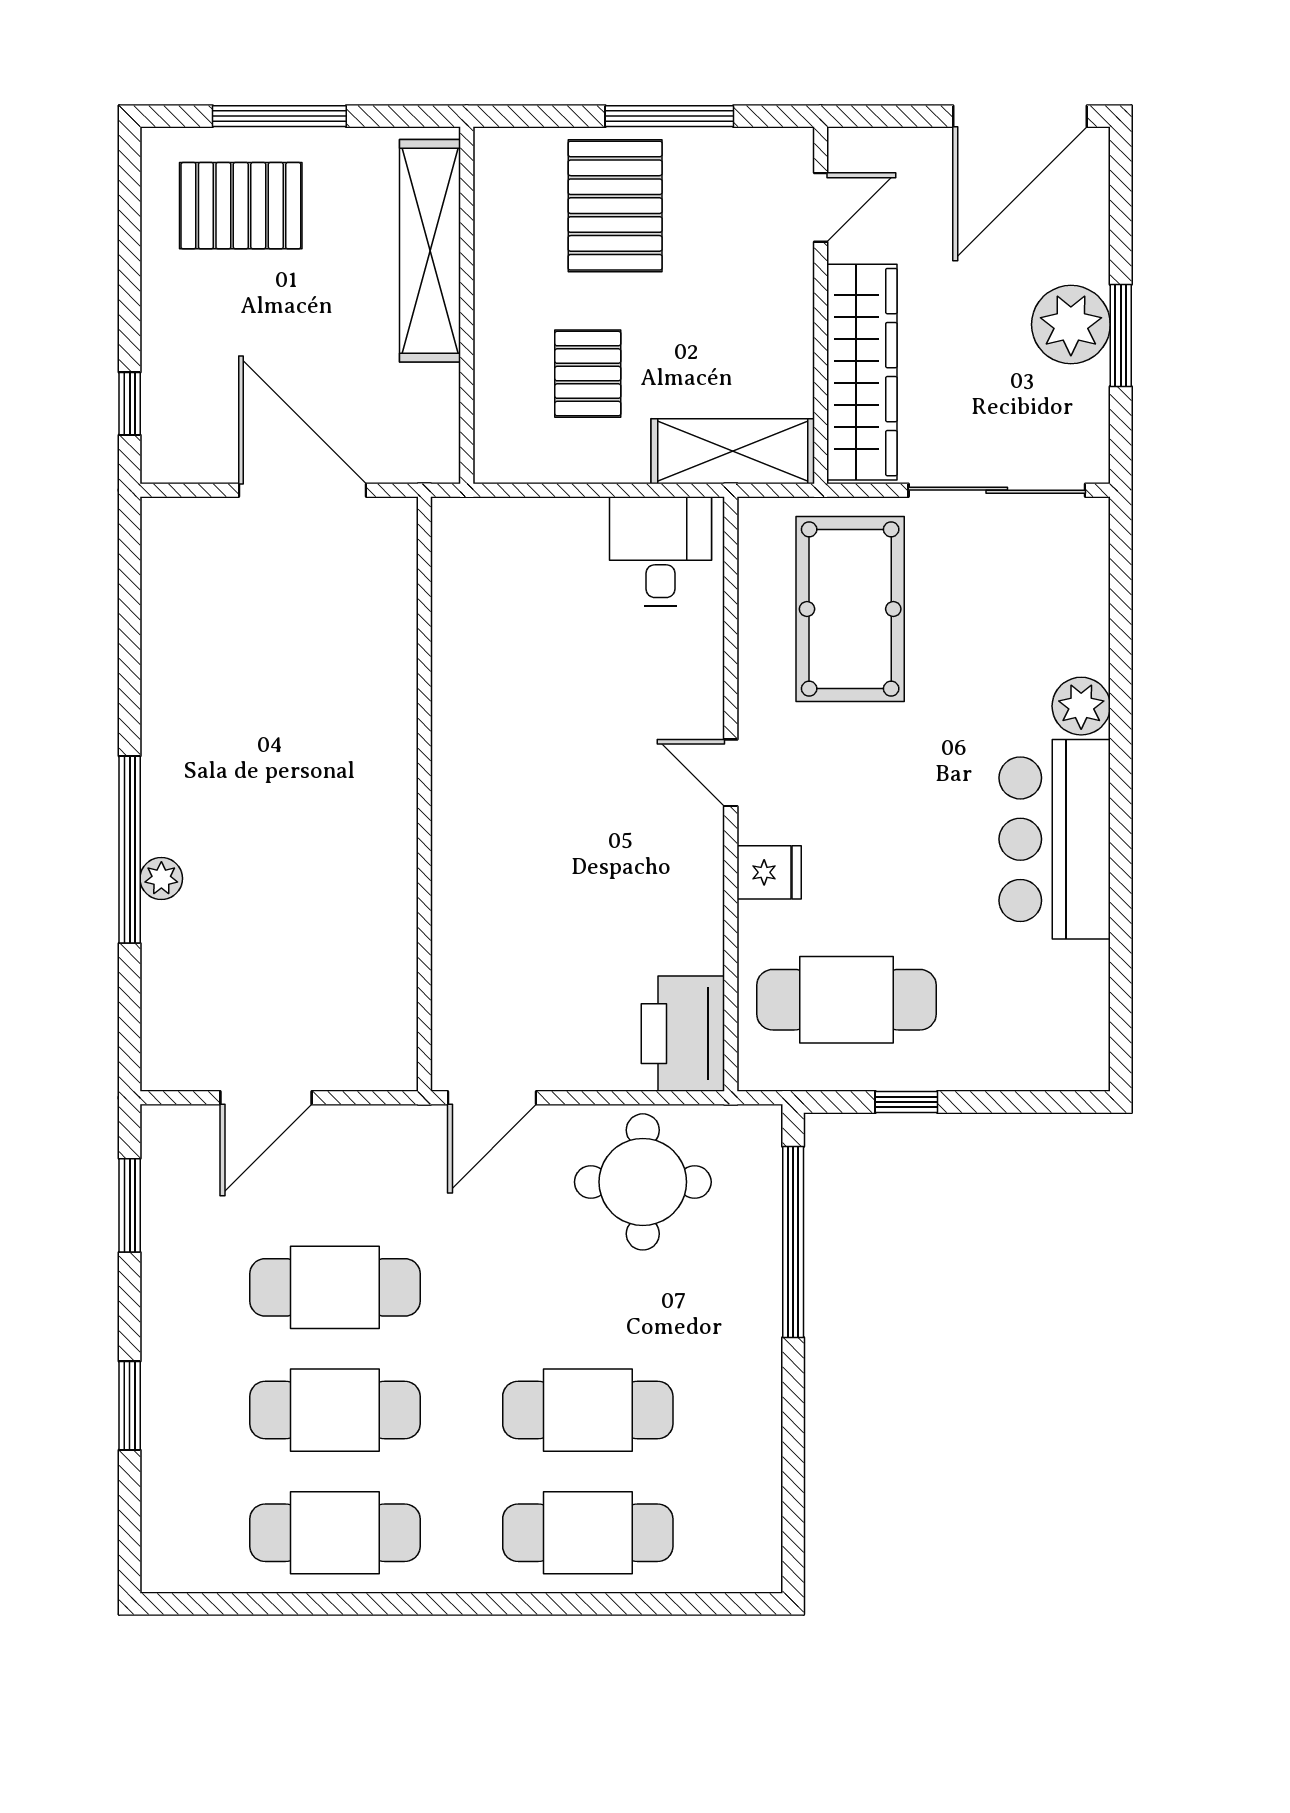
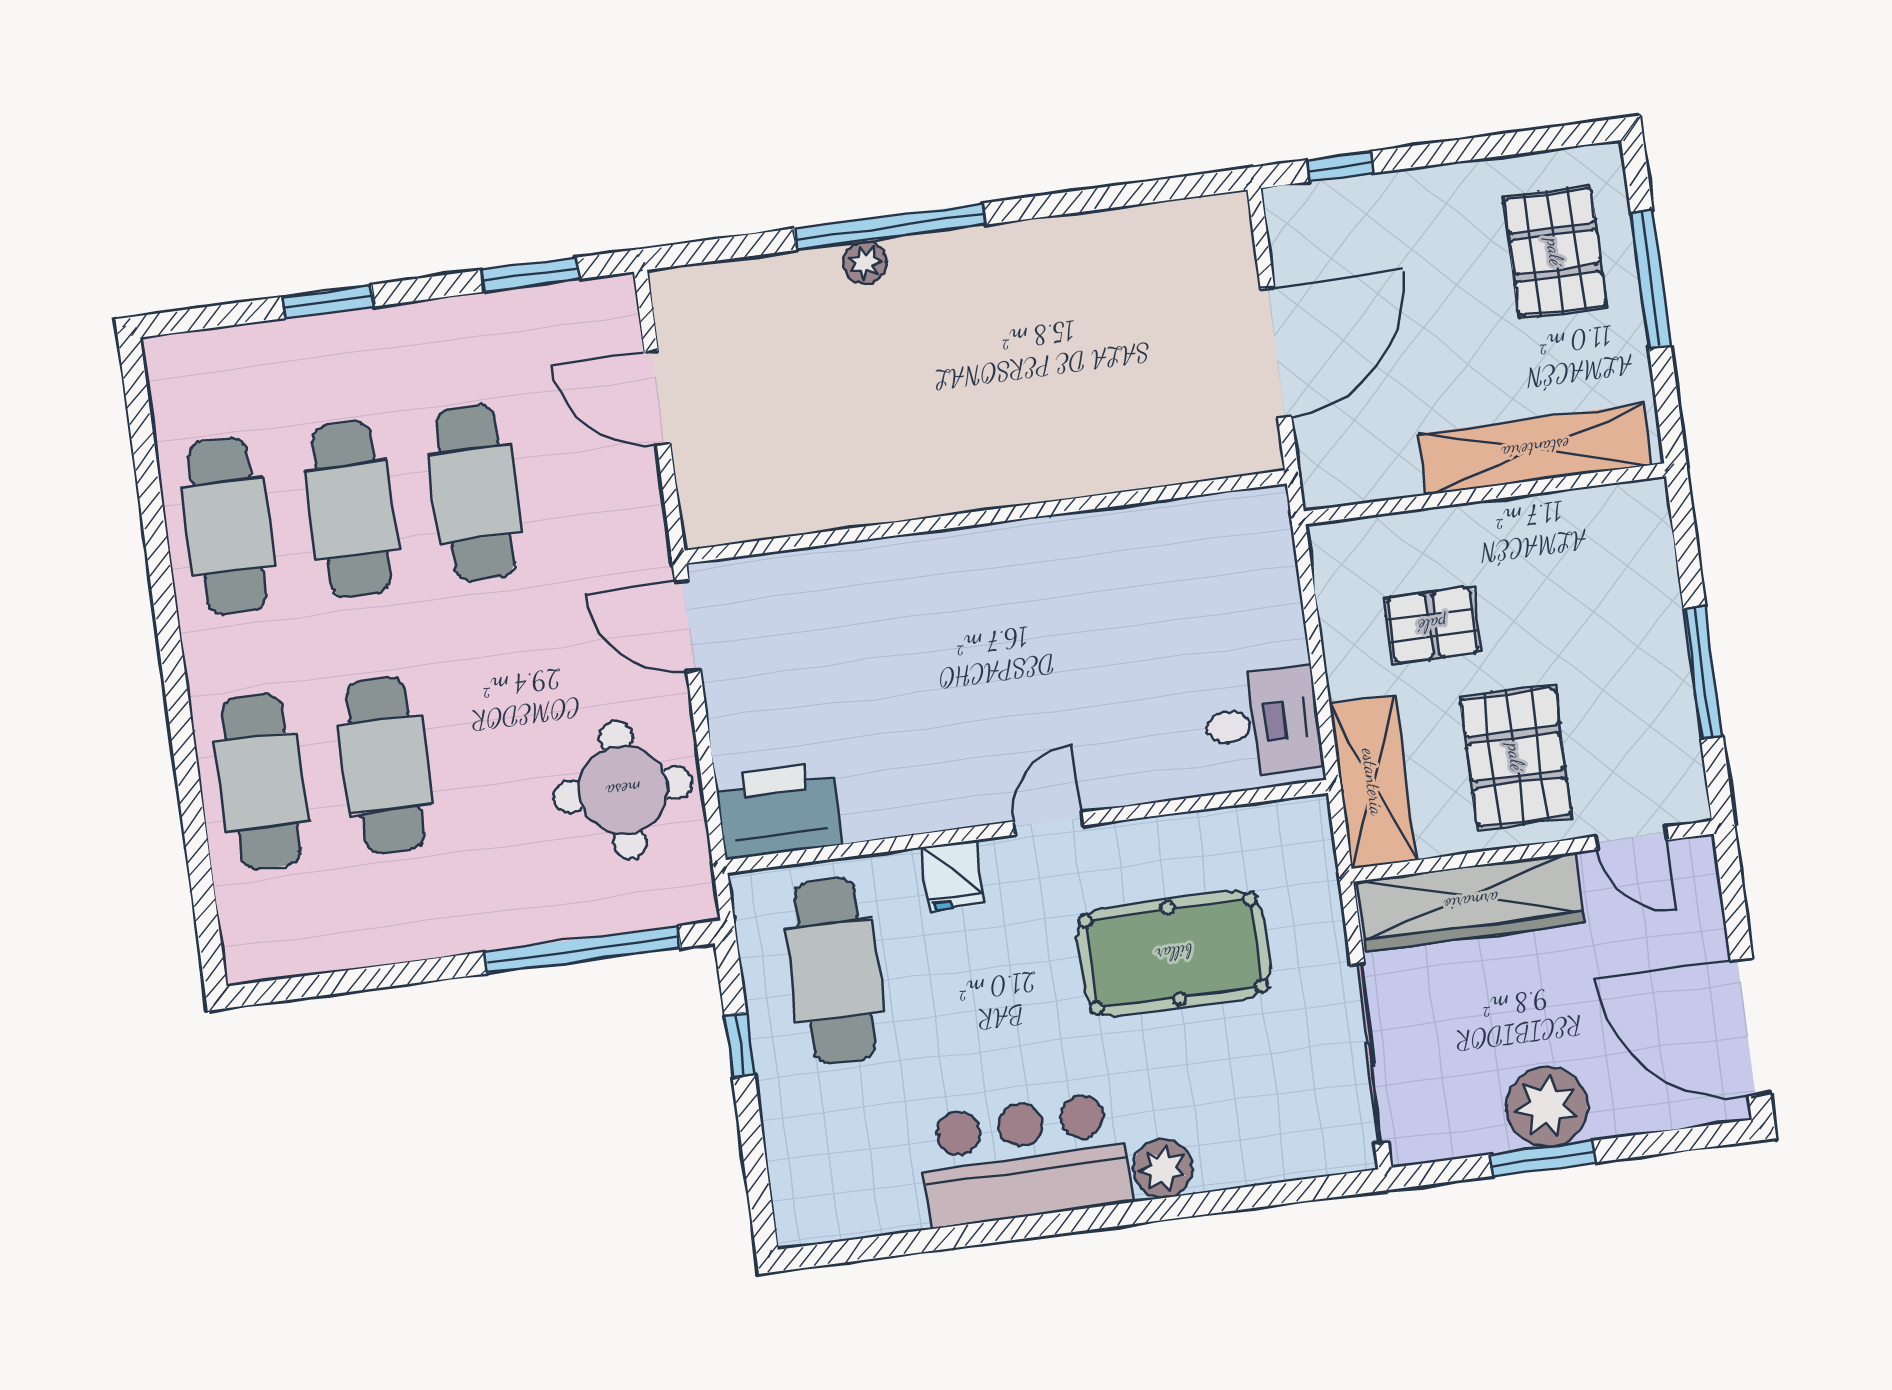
pallet: (615, 206) -> (1516, 757), moved, turned 90
pool table: (850, 609) -> (1174, 953), moved

